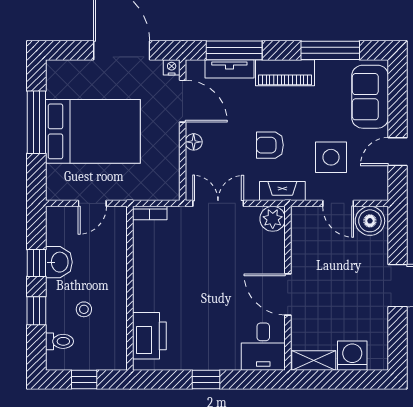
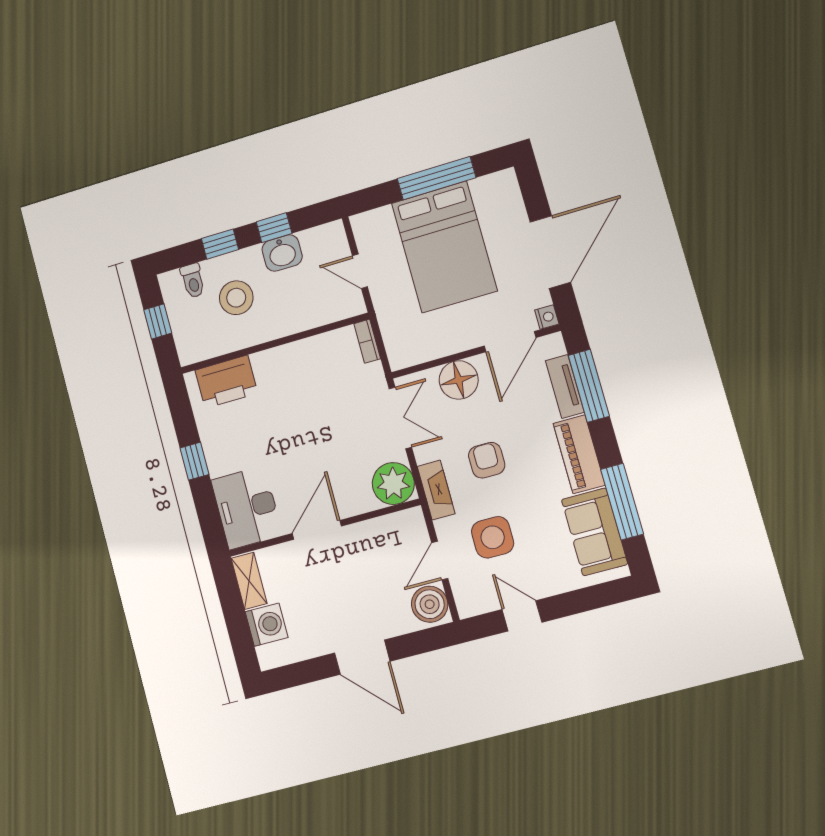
sofa: (370, 97) -> (595, 532), moved, turned -90
floor lamp: (194, 142) -> (459, 380), width x1.89, depth x1.89
plant: (273, 219) -> (393, 484), width x1.36, depth x1.36
stool: (84, 309) -> (236, 298), width x1.89, depth x1.89
desk: (263, 347) -> (247, 508), width x1.37

